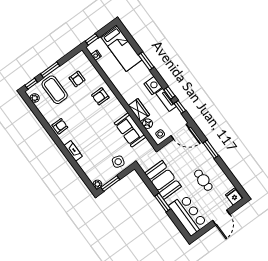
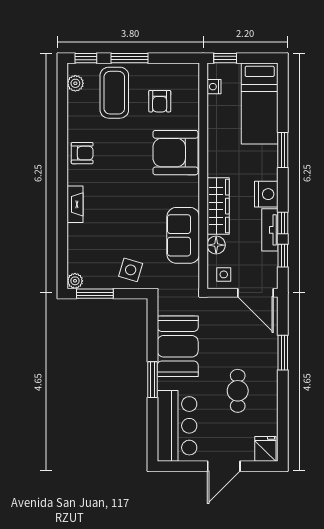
armchair: (100, 96) -> (175, 153), width x1.88, depth x1.88
wardrobe: (139, 110) -> (218, 206), width x1.50

